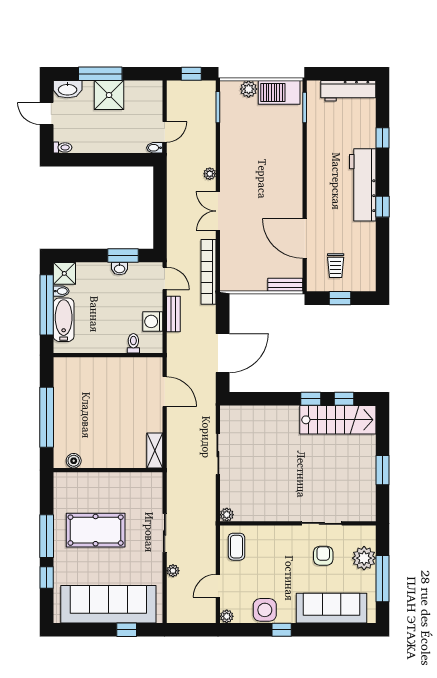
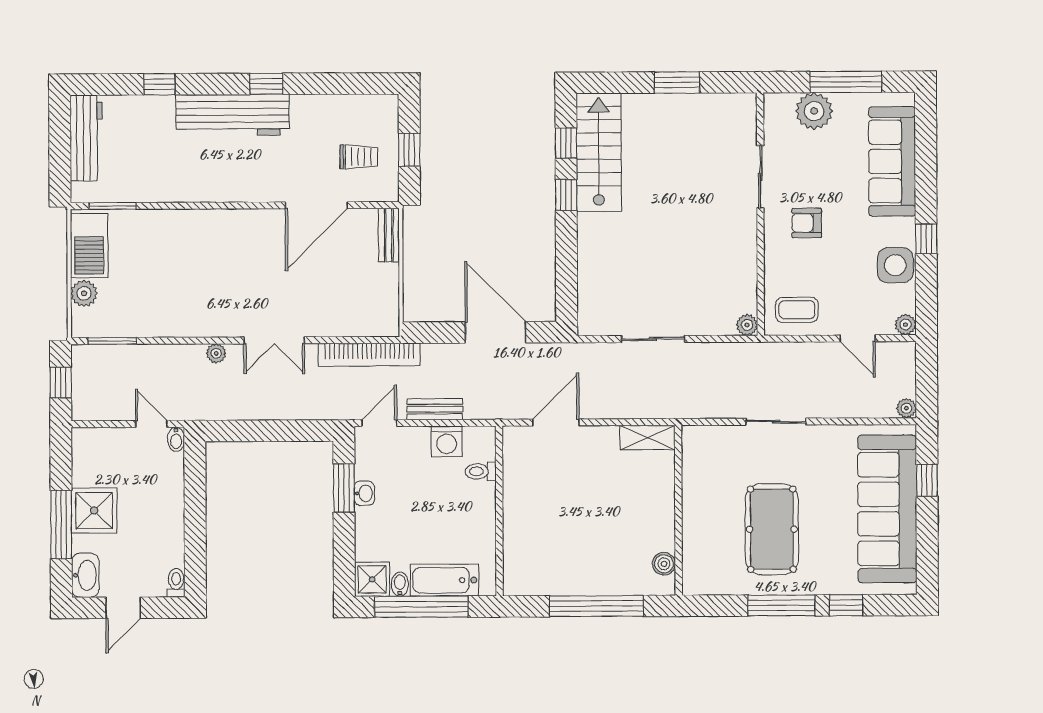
armchair: (323, 556) -> (807, 223), moved
plant: (173, 571) -> (906, 408), moved

